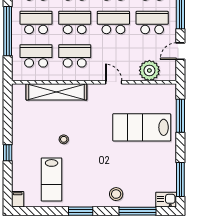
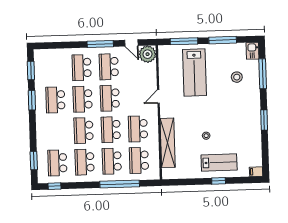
plant: (149, 70) -> (148, 54), moved
lab bench: (52, 179) -> (219, 163), moved
window: (180, 179) -> (223, 40), moved
stool: (116, 194) -> (237, 77), moved

